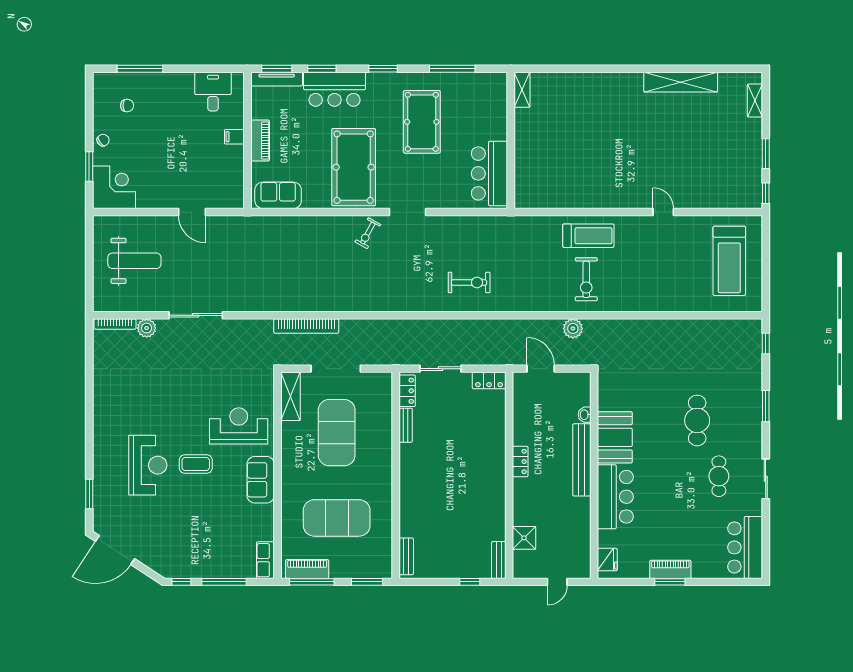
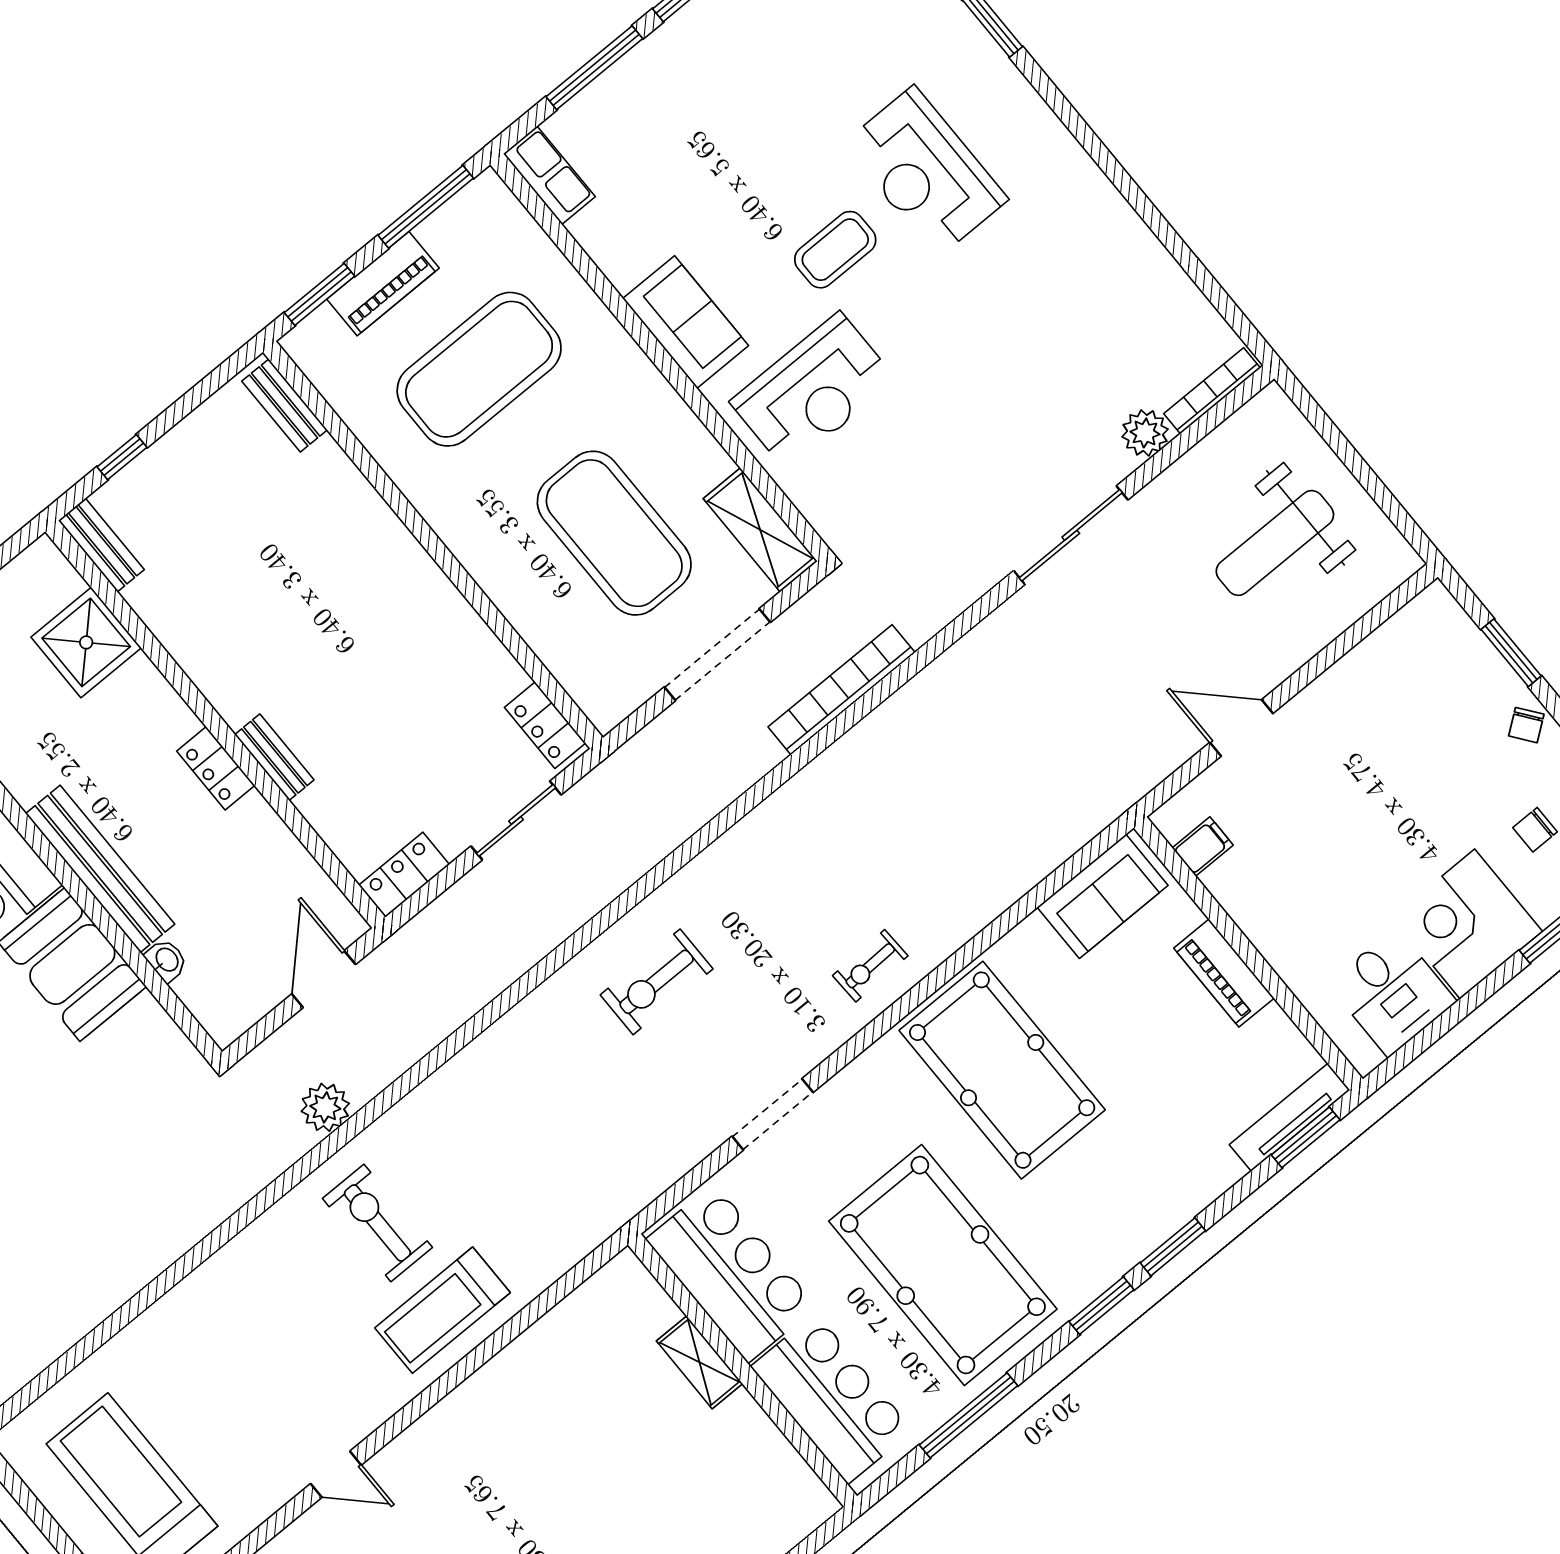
window: (322, 69) -> (1173, 1247), moved
bar counter: (335, 89) -> (832, 1399), moved, turned 90
shelving: (522, 90) -> (700, 1362), moved
pool table: (422, 122) -> (943, 1265), width x1.36, depth x1.32
filing cabinet: (234, 137) -> (1203, 846), moved
corner desk: (114, 187) -> (1467, 924), moved, turned 90
doorway: (408, 212) -> (773, 1114), moved
exercise bike: (368, 233) -> (870, 966), turned -121
exercise bike: (469, 282) -> (657, 982), moved
door: (541, 369) -> (324, 979), swing flipped
bench: (406, 425) -> (274, 757), moved
shower: (524, 538) -> (86, 642), width x1.36, depth x1.36
piano: (307, 569) -> (383, 284), moved

